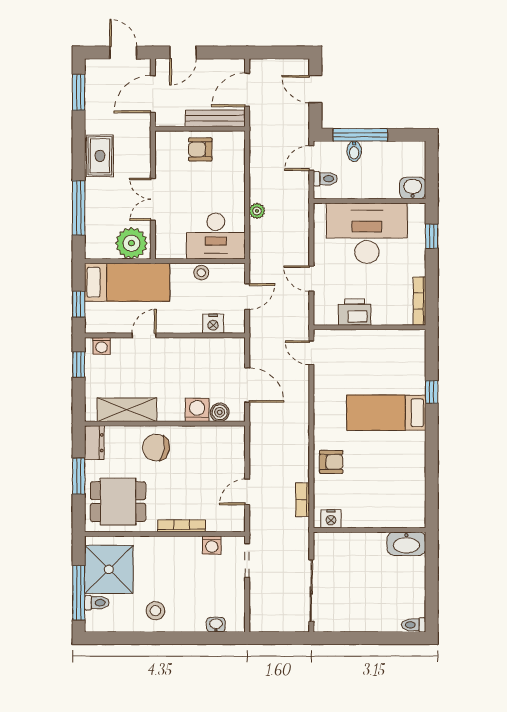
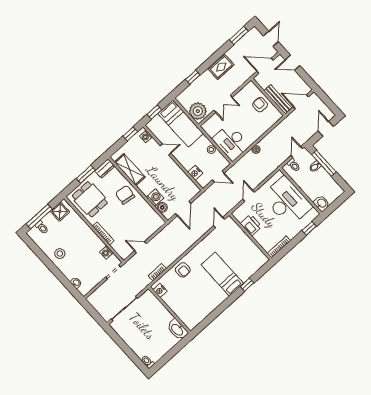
door: (311, 158) -> (297, 152), hinge flipped
double door: (153, 199) -> (223, 104), swing flipped
window: (79, 208) -> (193, 77), width x0.46
shower: (109, 569) -> (60, 212), width x0.54, depth x0.54

